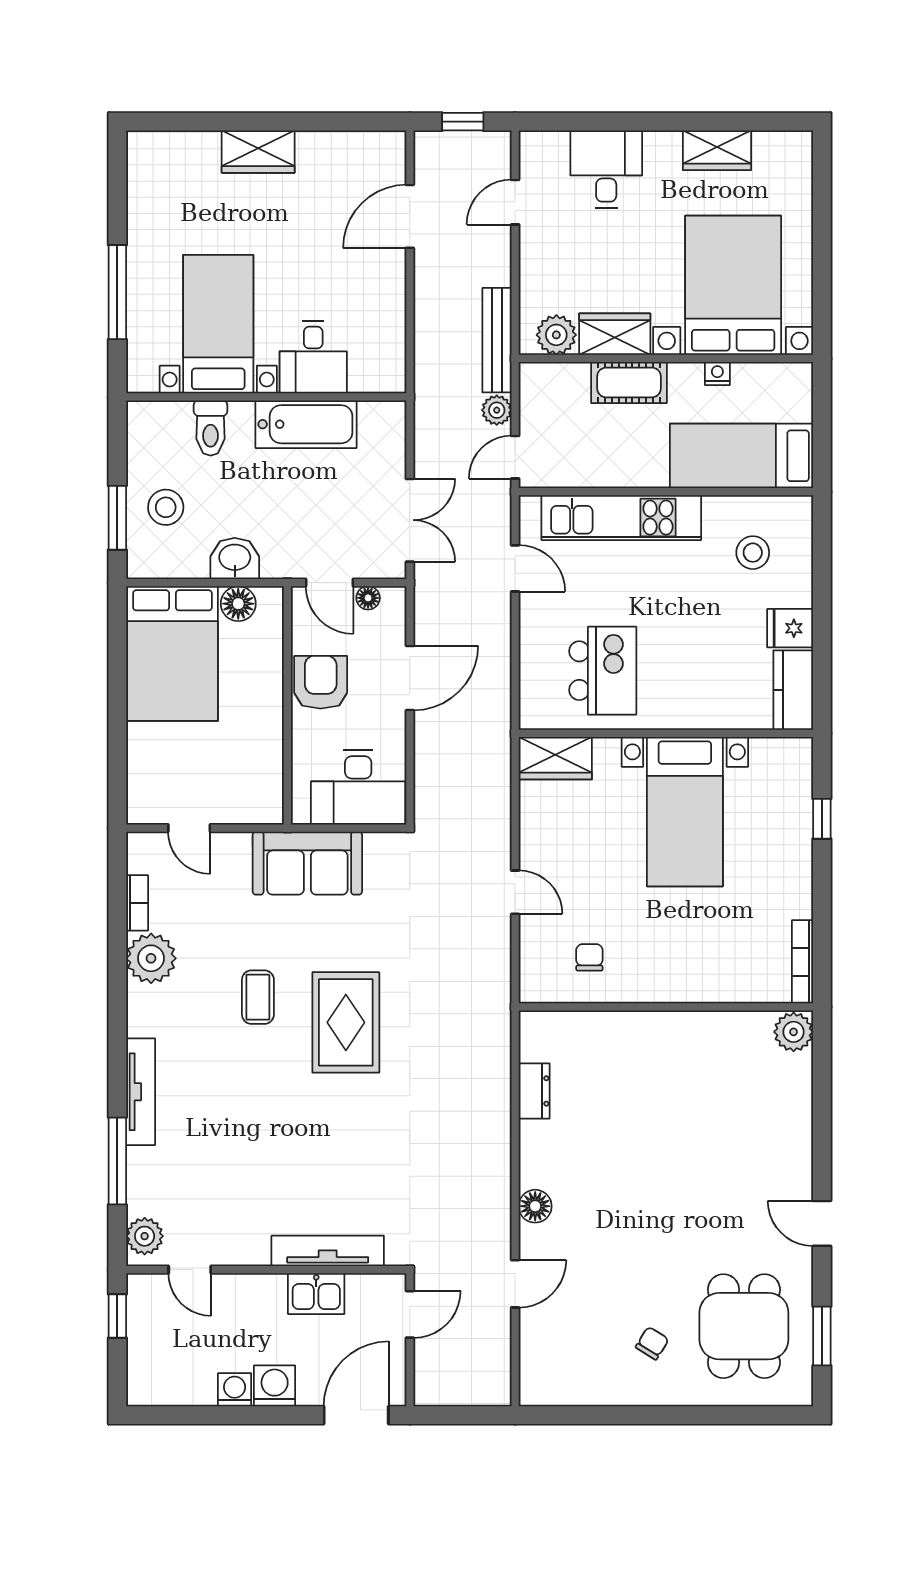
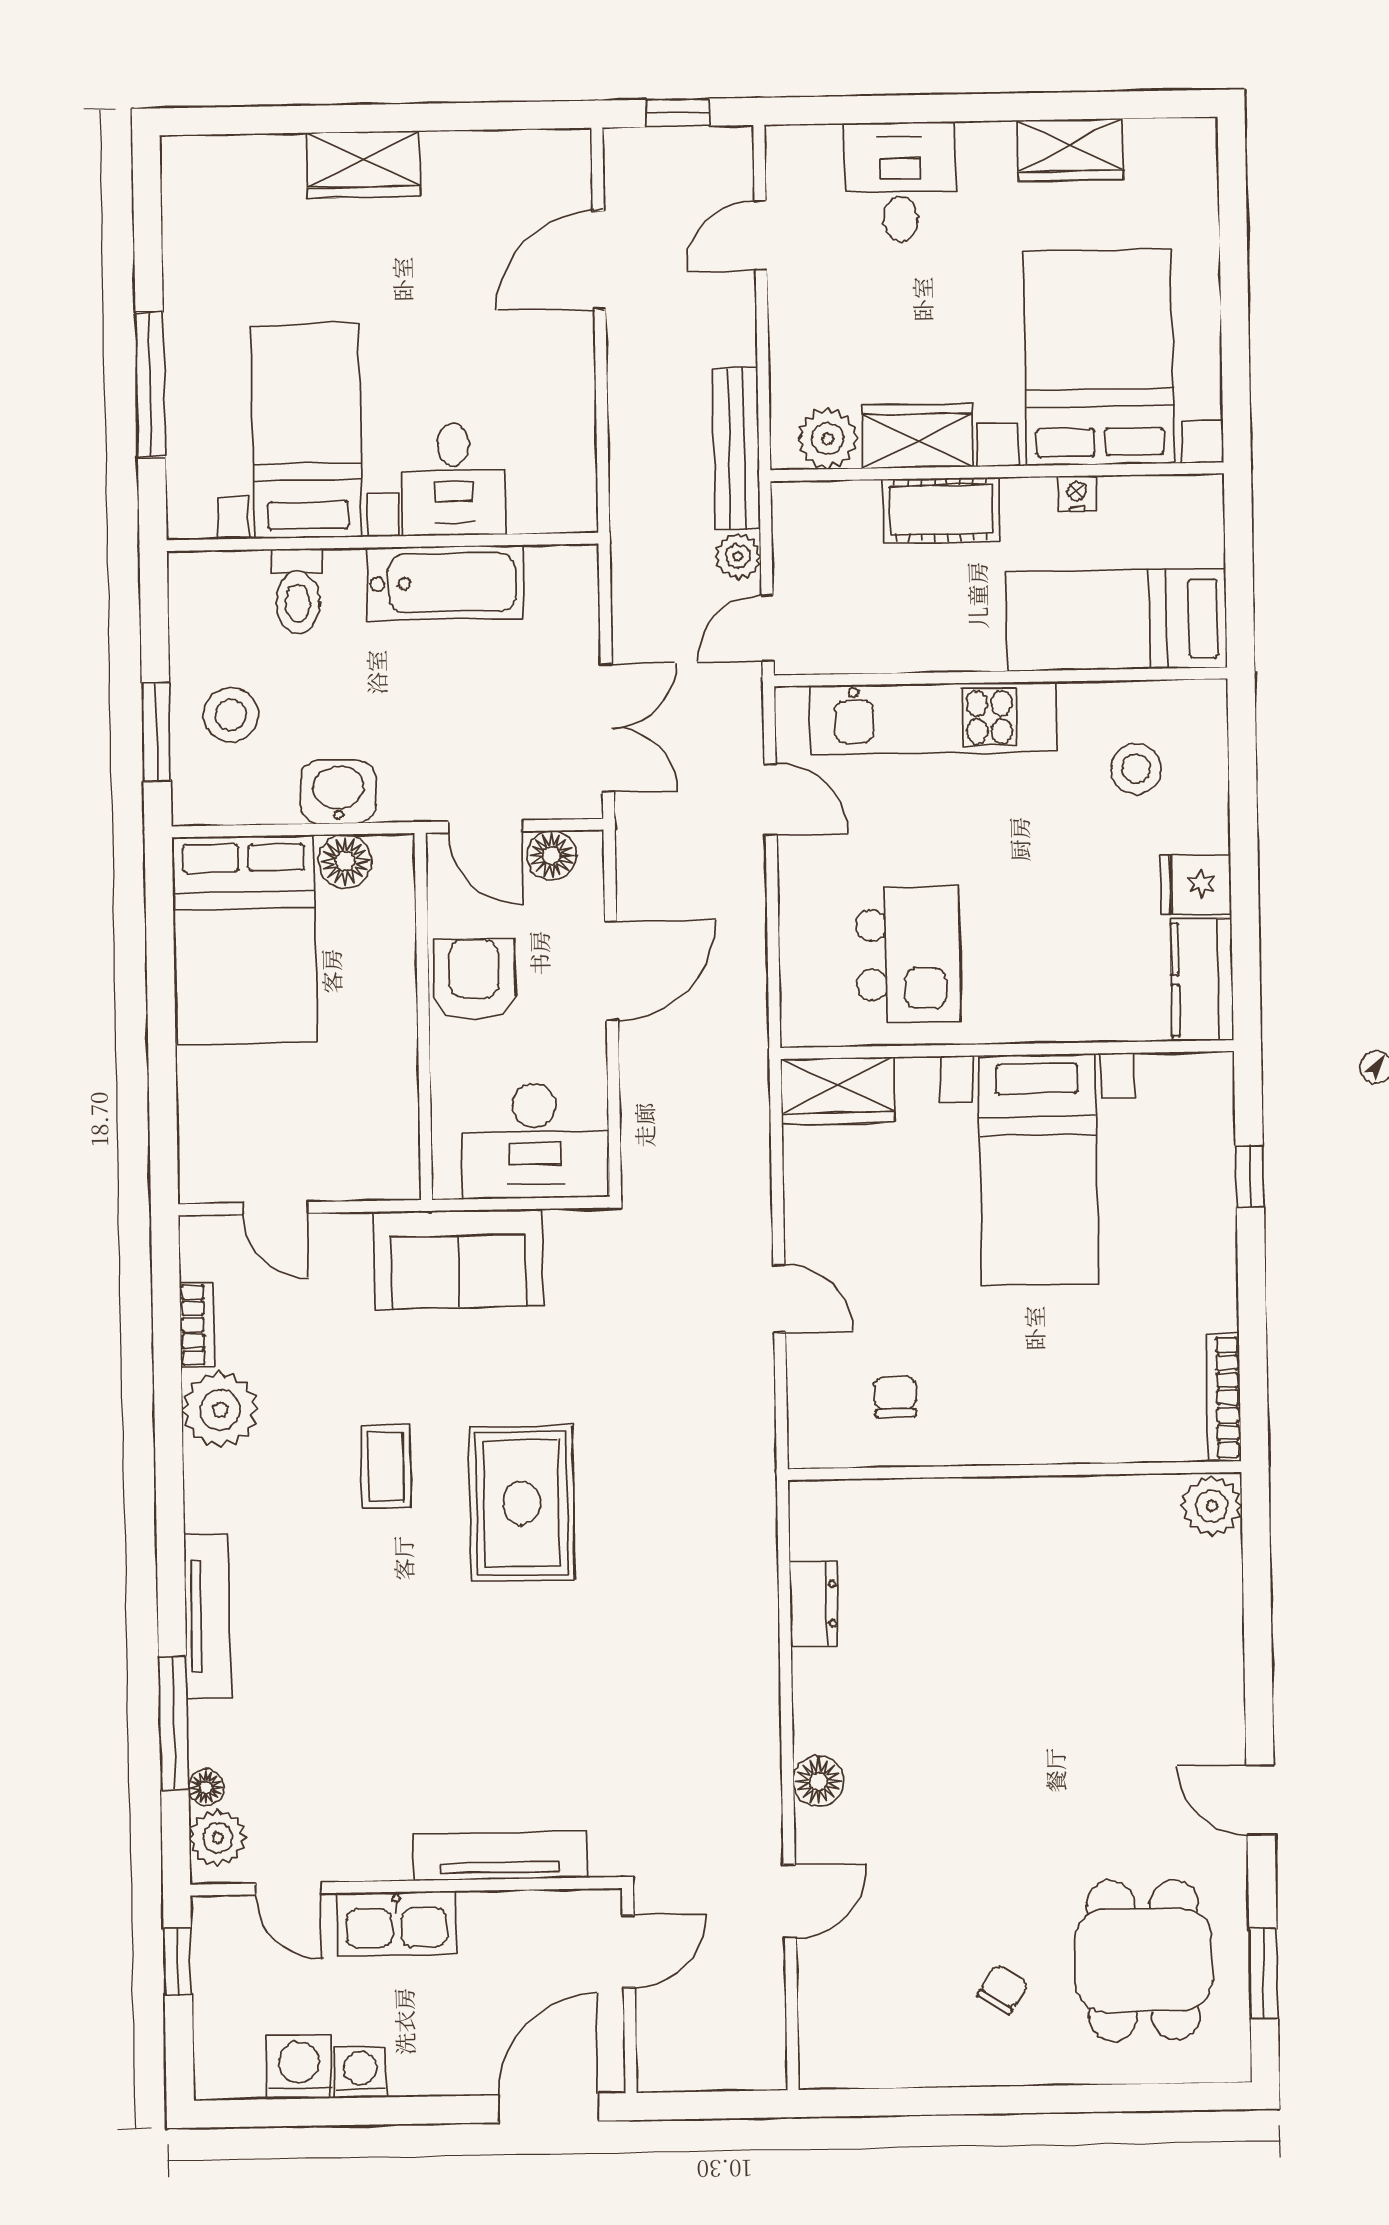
floor lamp: (368, 598) -> (552, 855), width x1.37, depth x1.37
floor lamp: (138, 1203) -> (206, 1788), added
kitchen sink: (316, 1294) -> (397, 1923), moved, width x1.38
washing machine: (275, 1386) -> (299, 2067), moved

